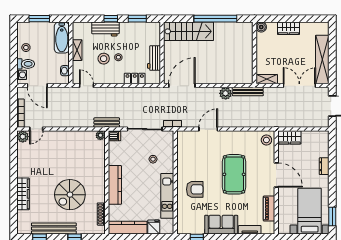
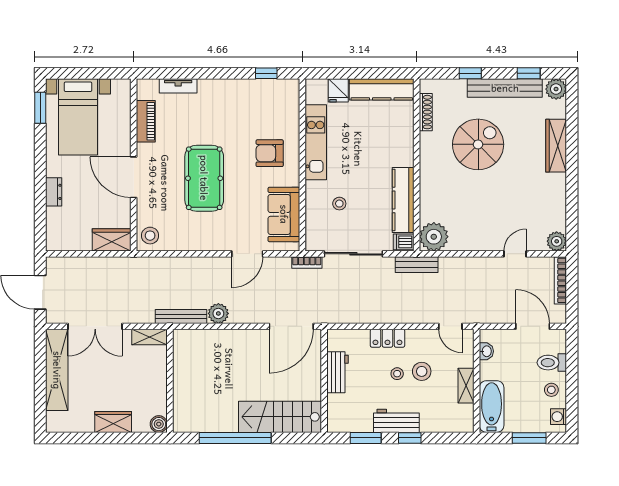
workbench: (105, 29) -> (396, 421), moved
washing machine: (22, 75) -> (558, 417), moved
locker: (135, 79) -> (387, 338), moved
door: (36, 129) -> (515, 254), moved
plant: (100, 135) -> (434, 237), width x1.87, depth x1.87
kitchen counter: (115, 185) -> (403, 200), moved
sofa: (221, 225) -> (284, 214), moved, turned 90
plant: (23, 228) -> (556, 89), added

